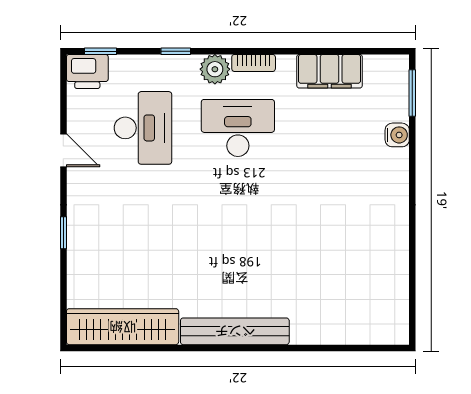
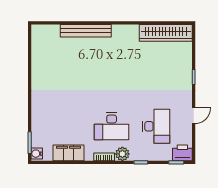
desk: (143, 128) -> (156, 126), turned 180
water cooler: (397, 135) -> (37, 154), moved
door: (63, 150) -> (194, 116), swing flipped
bench: (235, 331) -> (86, 31), moved

